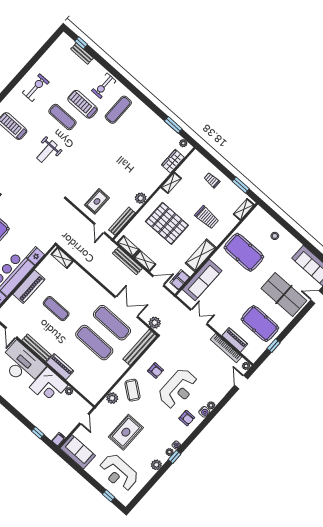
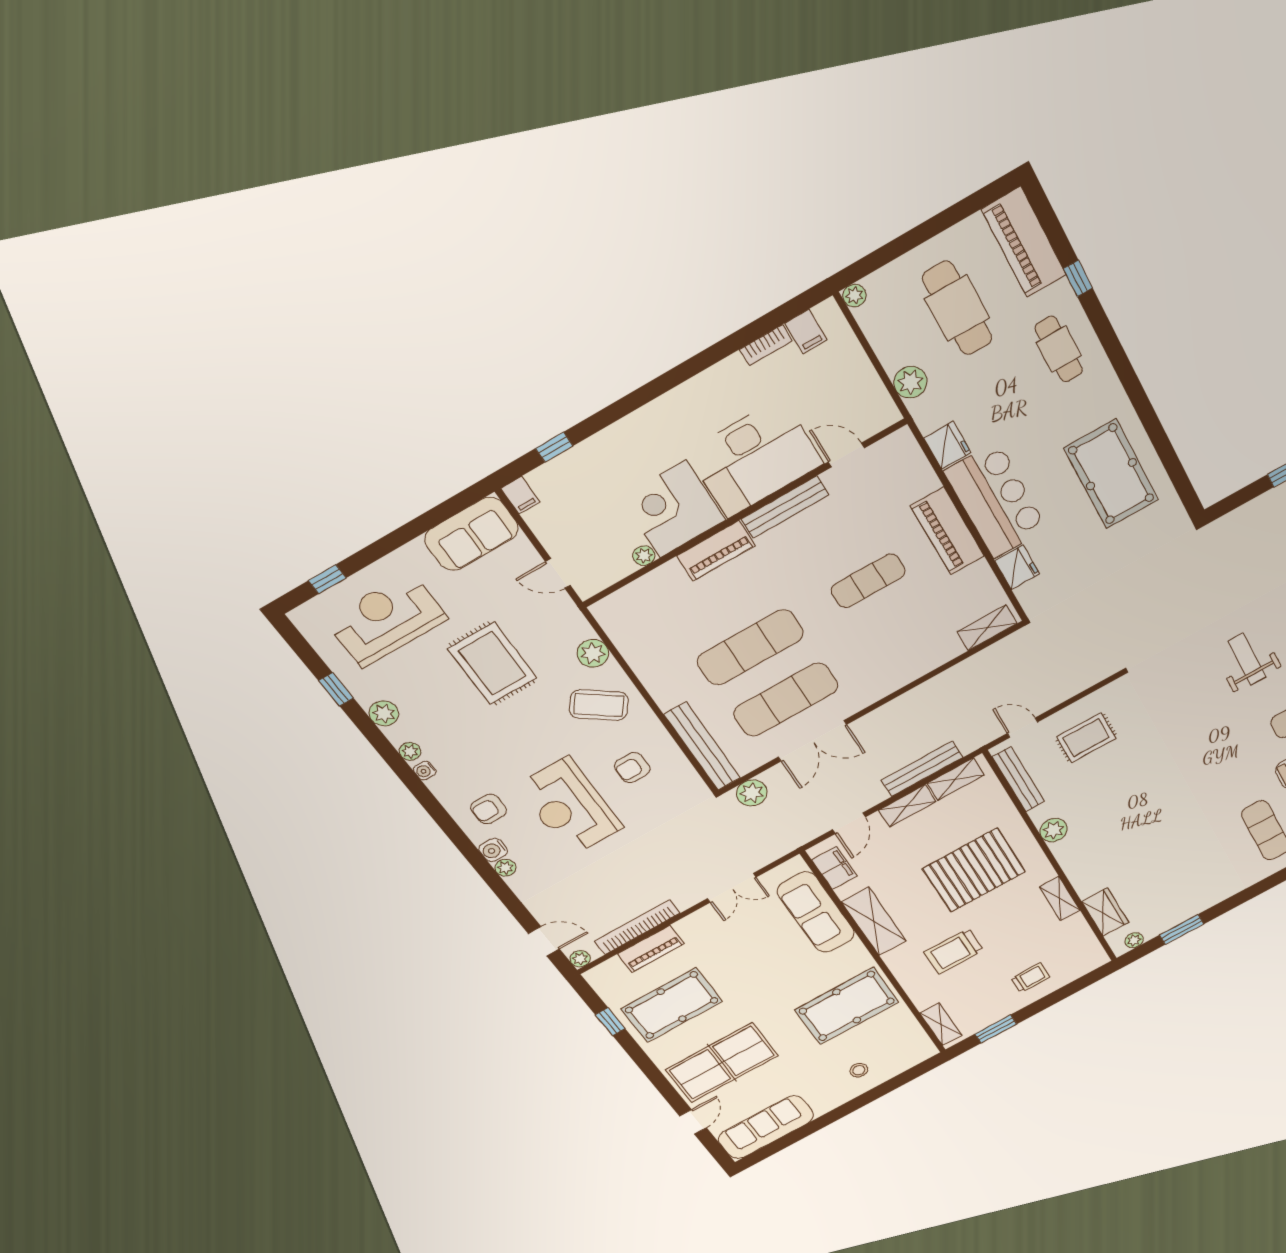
rug: (97, 201) -> (1086, 738), turned 90
window: (175, 457) -> (336, 689), moved

